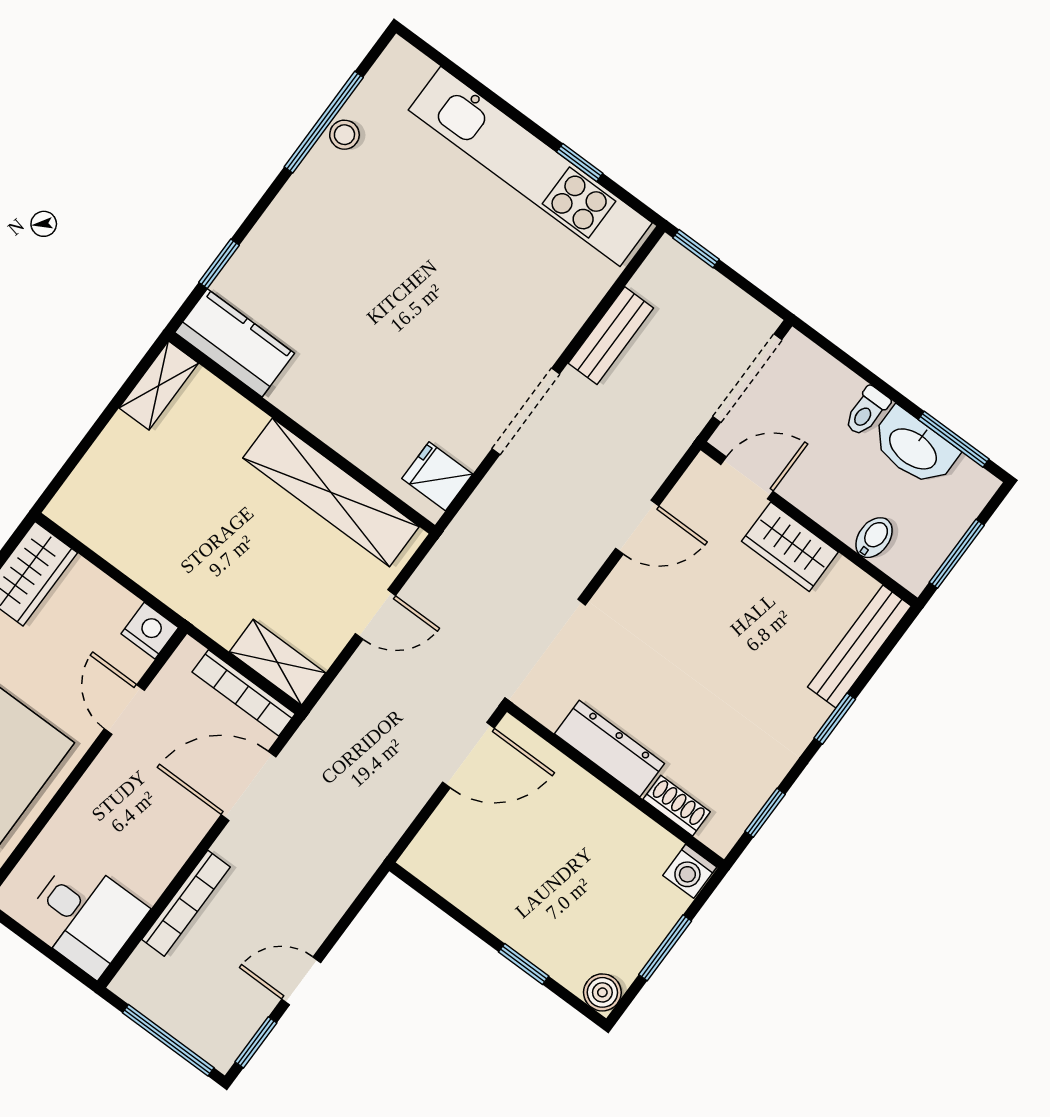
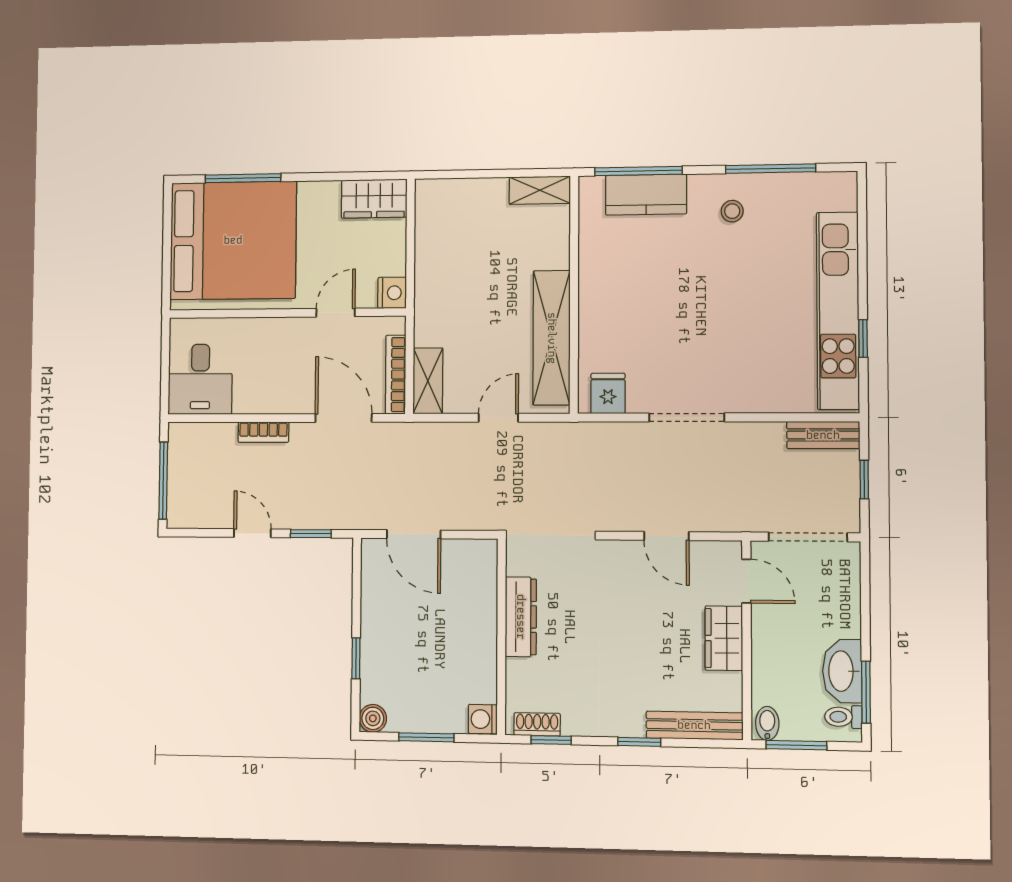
stool: (344, 135) -> (732, 211), moved
window: (696, 249) -> (864, 480), moved
window: (219, 264) -> (638, 171), width x2.17
bench: (611, 336) -> (823, 435), moved
kitchen counter: (235, 343) -> (646, 195), moved, turned 90
toilet: (867, 411) -> (843, 717), moved
bidet: (874, 538) -> (767, 723), moved, turned -90
door: (375, 615) -> (498, 418), swing flipped
door: (468, 755) -> (414, 534), moved
shoe rack: (677, 806) -> (537, 724), moved, turned -90
bookcase: (186, 903) -> (263, 432), width x0.64
window: (256, 1042) -> (311, 534), moved

